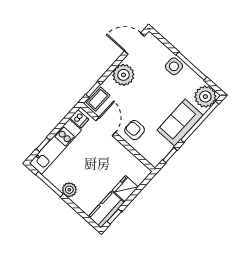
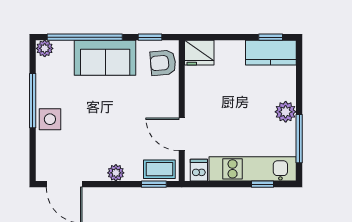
plant: (123, 75) -> (116, 173), width x0.53, depth x0.53
plant: (205, 97) -> (45, 48), width x0.53, depth x0.53
door: (106, 127) -> (182, 134), hinge flipped
armchair: (135, 130) -> (163, 63), moved, turned 85
fridge: (125, 188) -> (199, 53), moved

